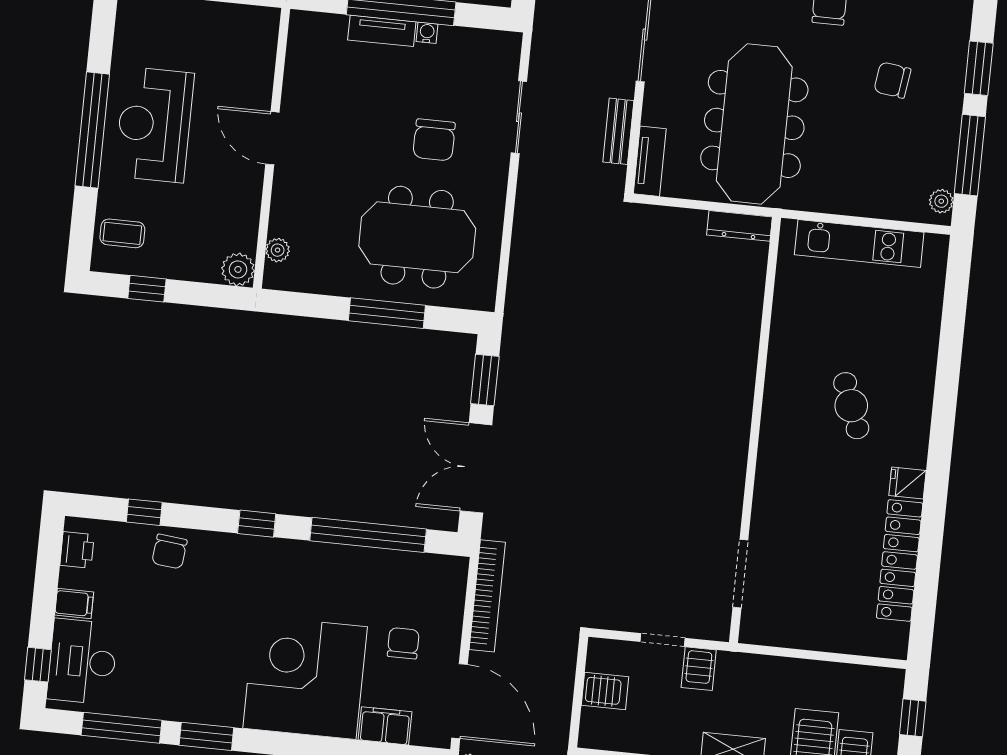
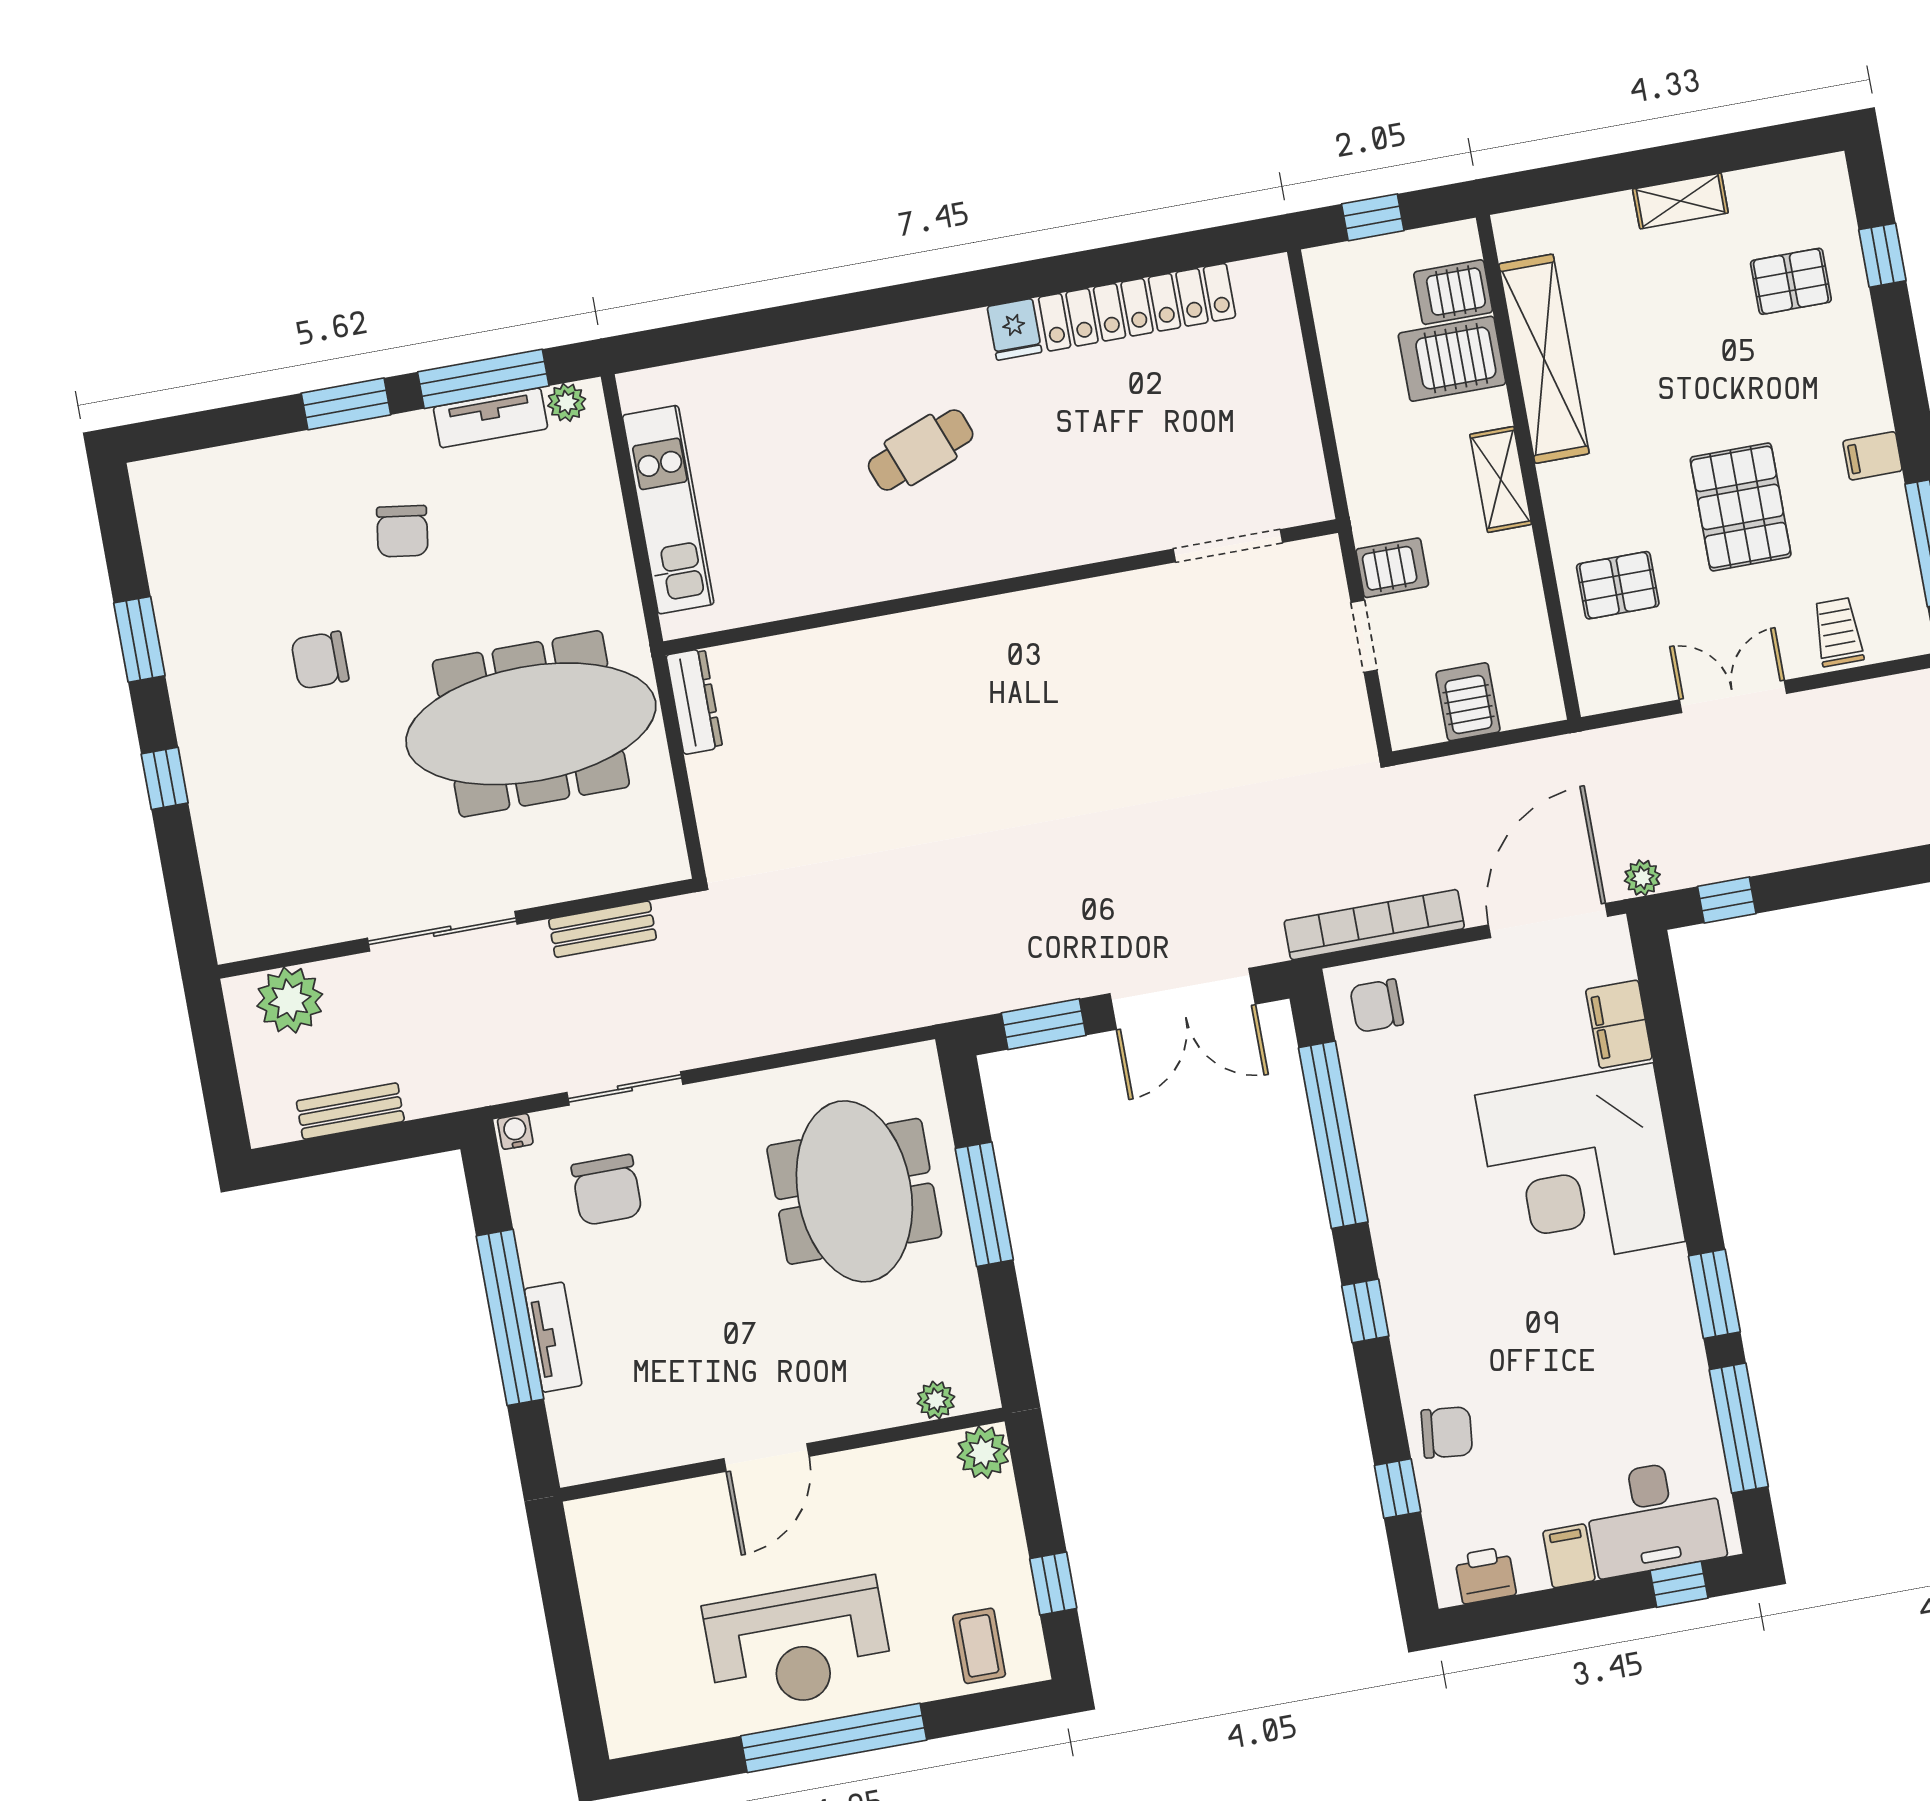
water cooler: (427, 33) -> (515, 1131), moved, turned 90
chair: (434, 140) -> (607, 1190), moved, turned 90
tv unit: (650, 161) -> (491, 418), moved, turned 180
chair: (403, 643) -> (1377, 1006), moved

